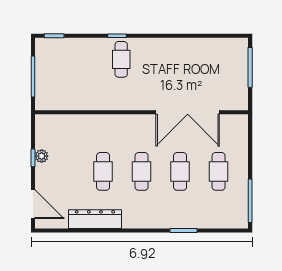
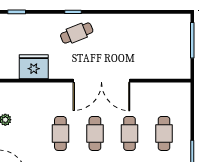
cafe table: (121, 59) -> (77, 33), turned 68
fridge: (73, 97) -> (34, 67), added
double door: (188, 112) -> (101, 81), moved

